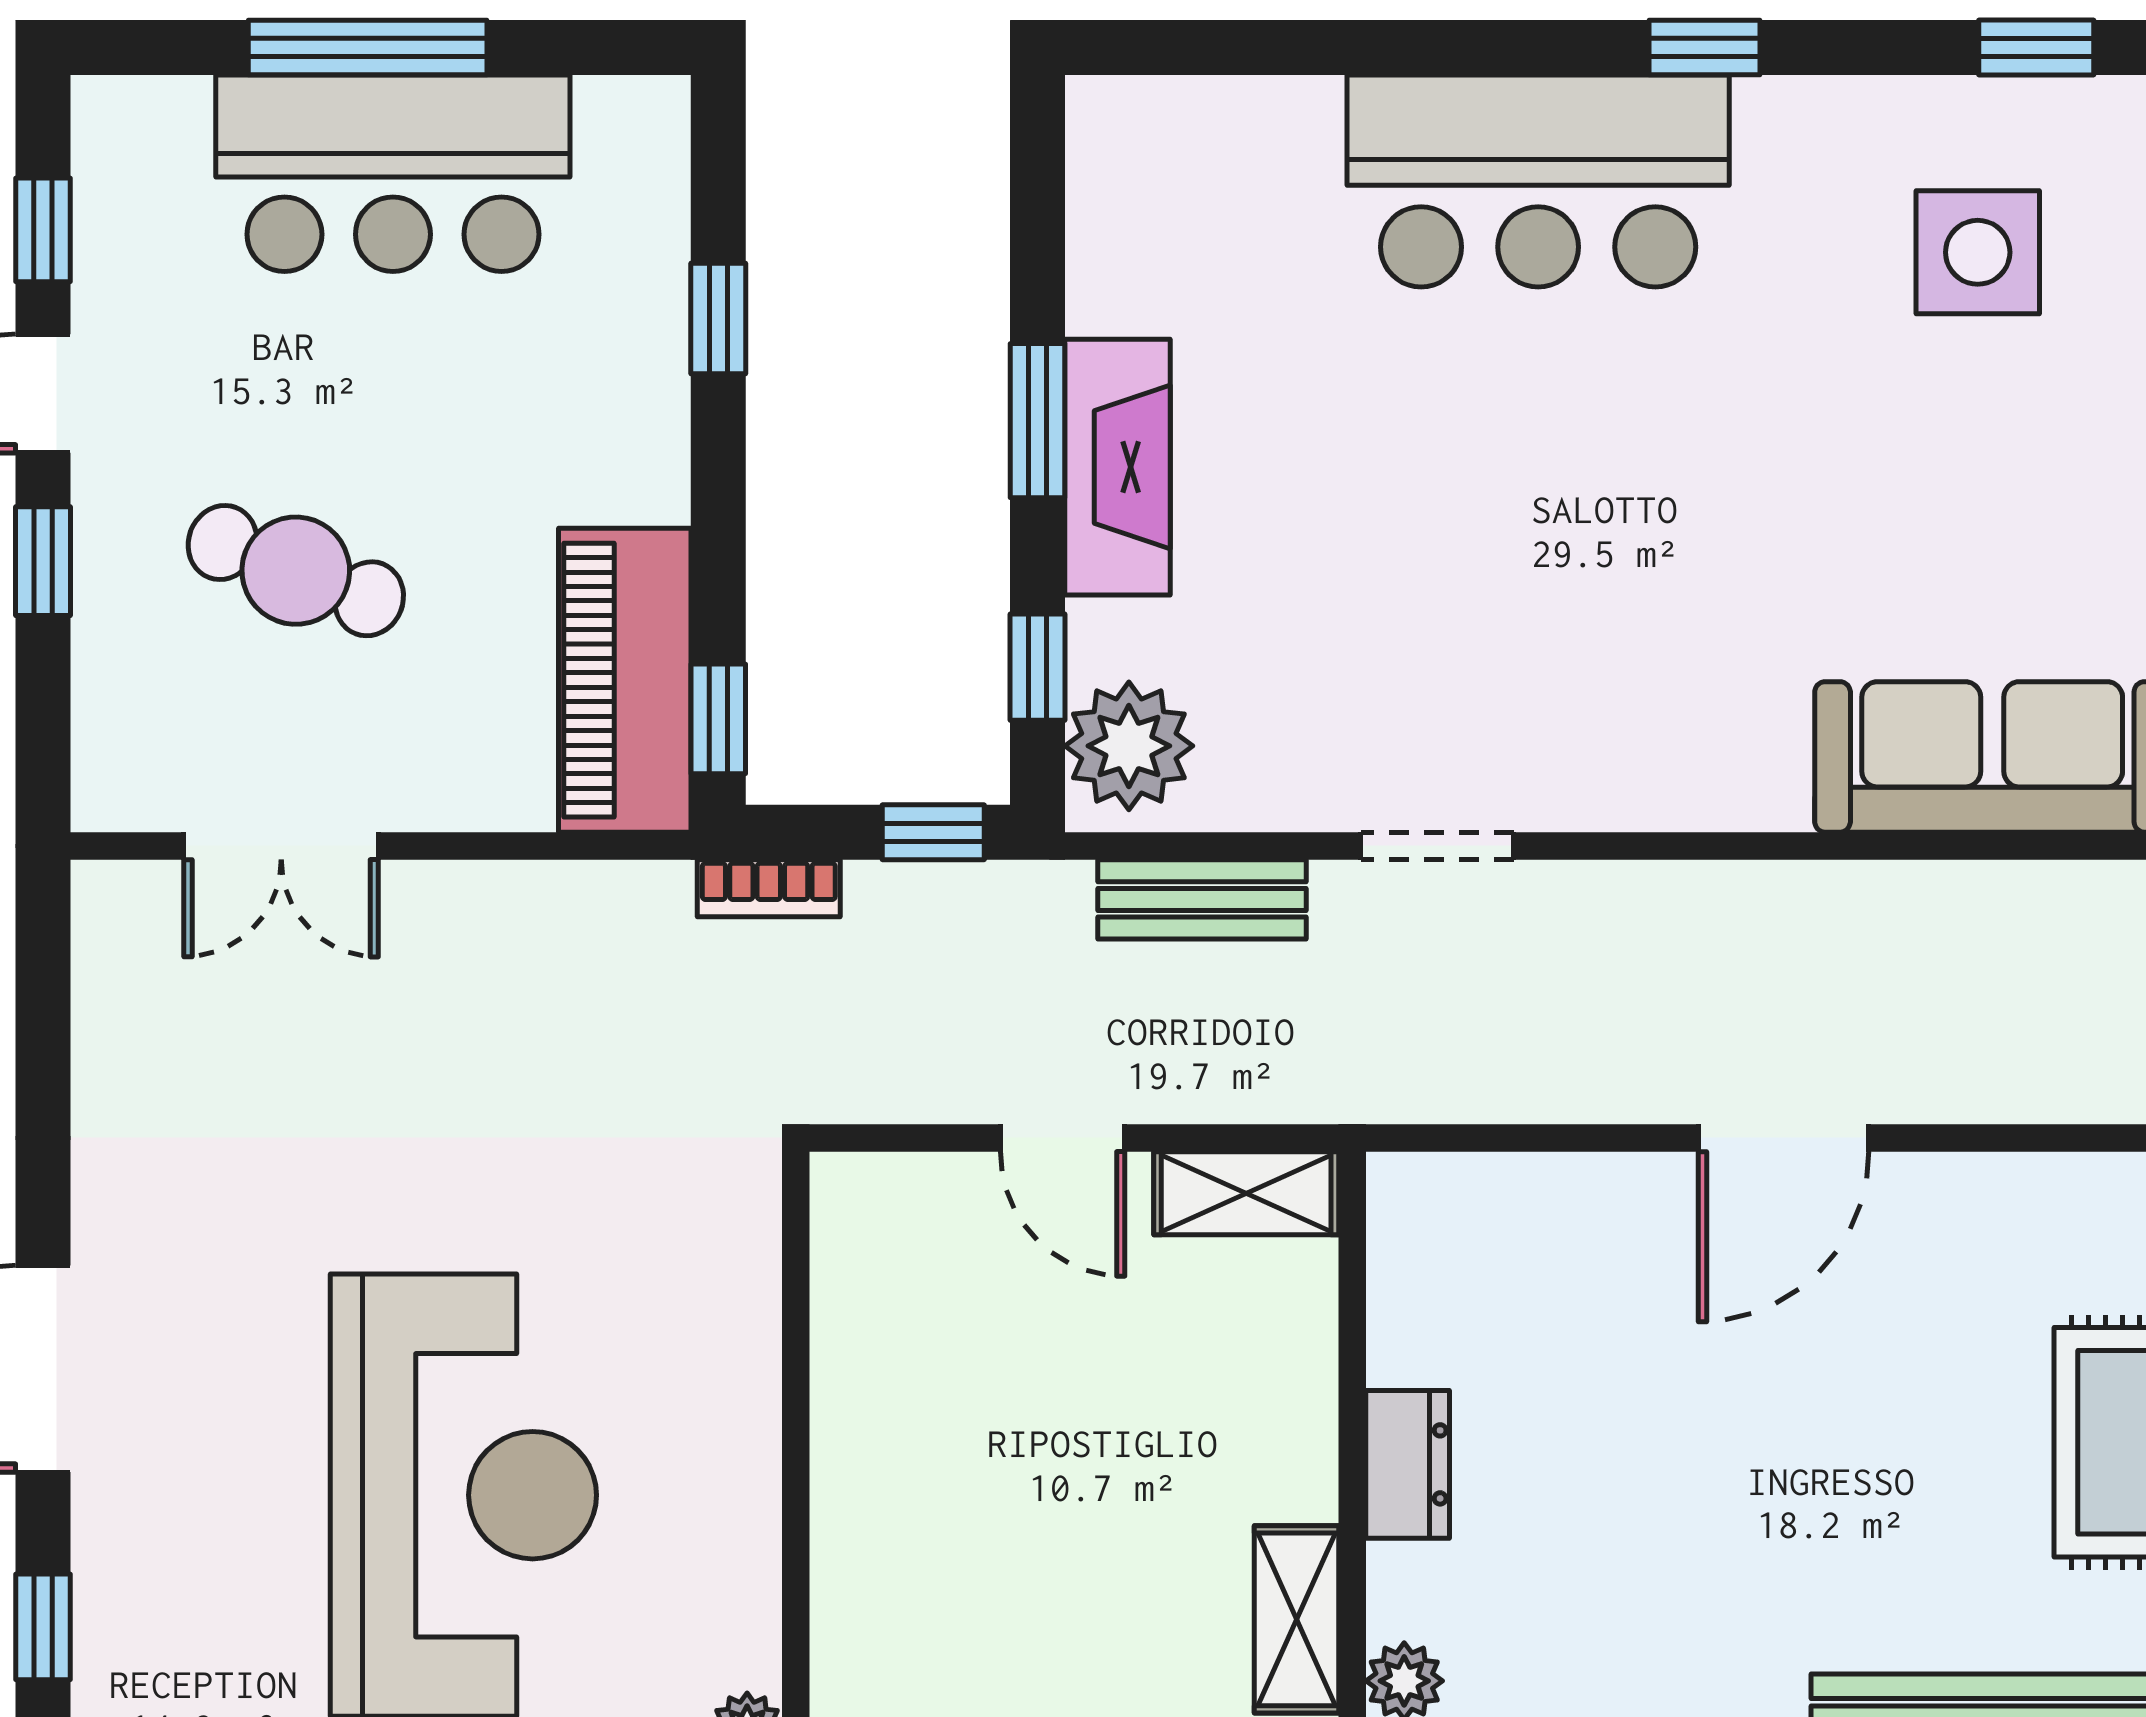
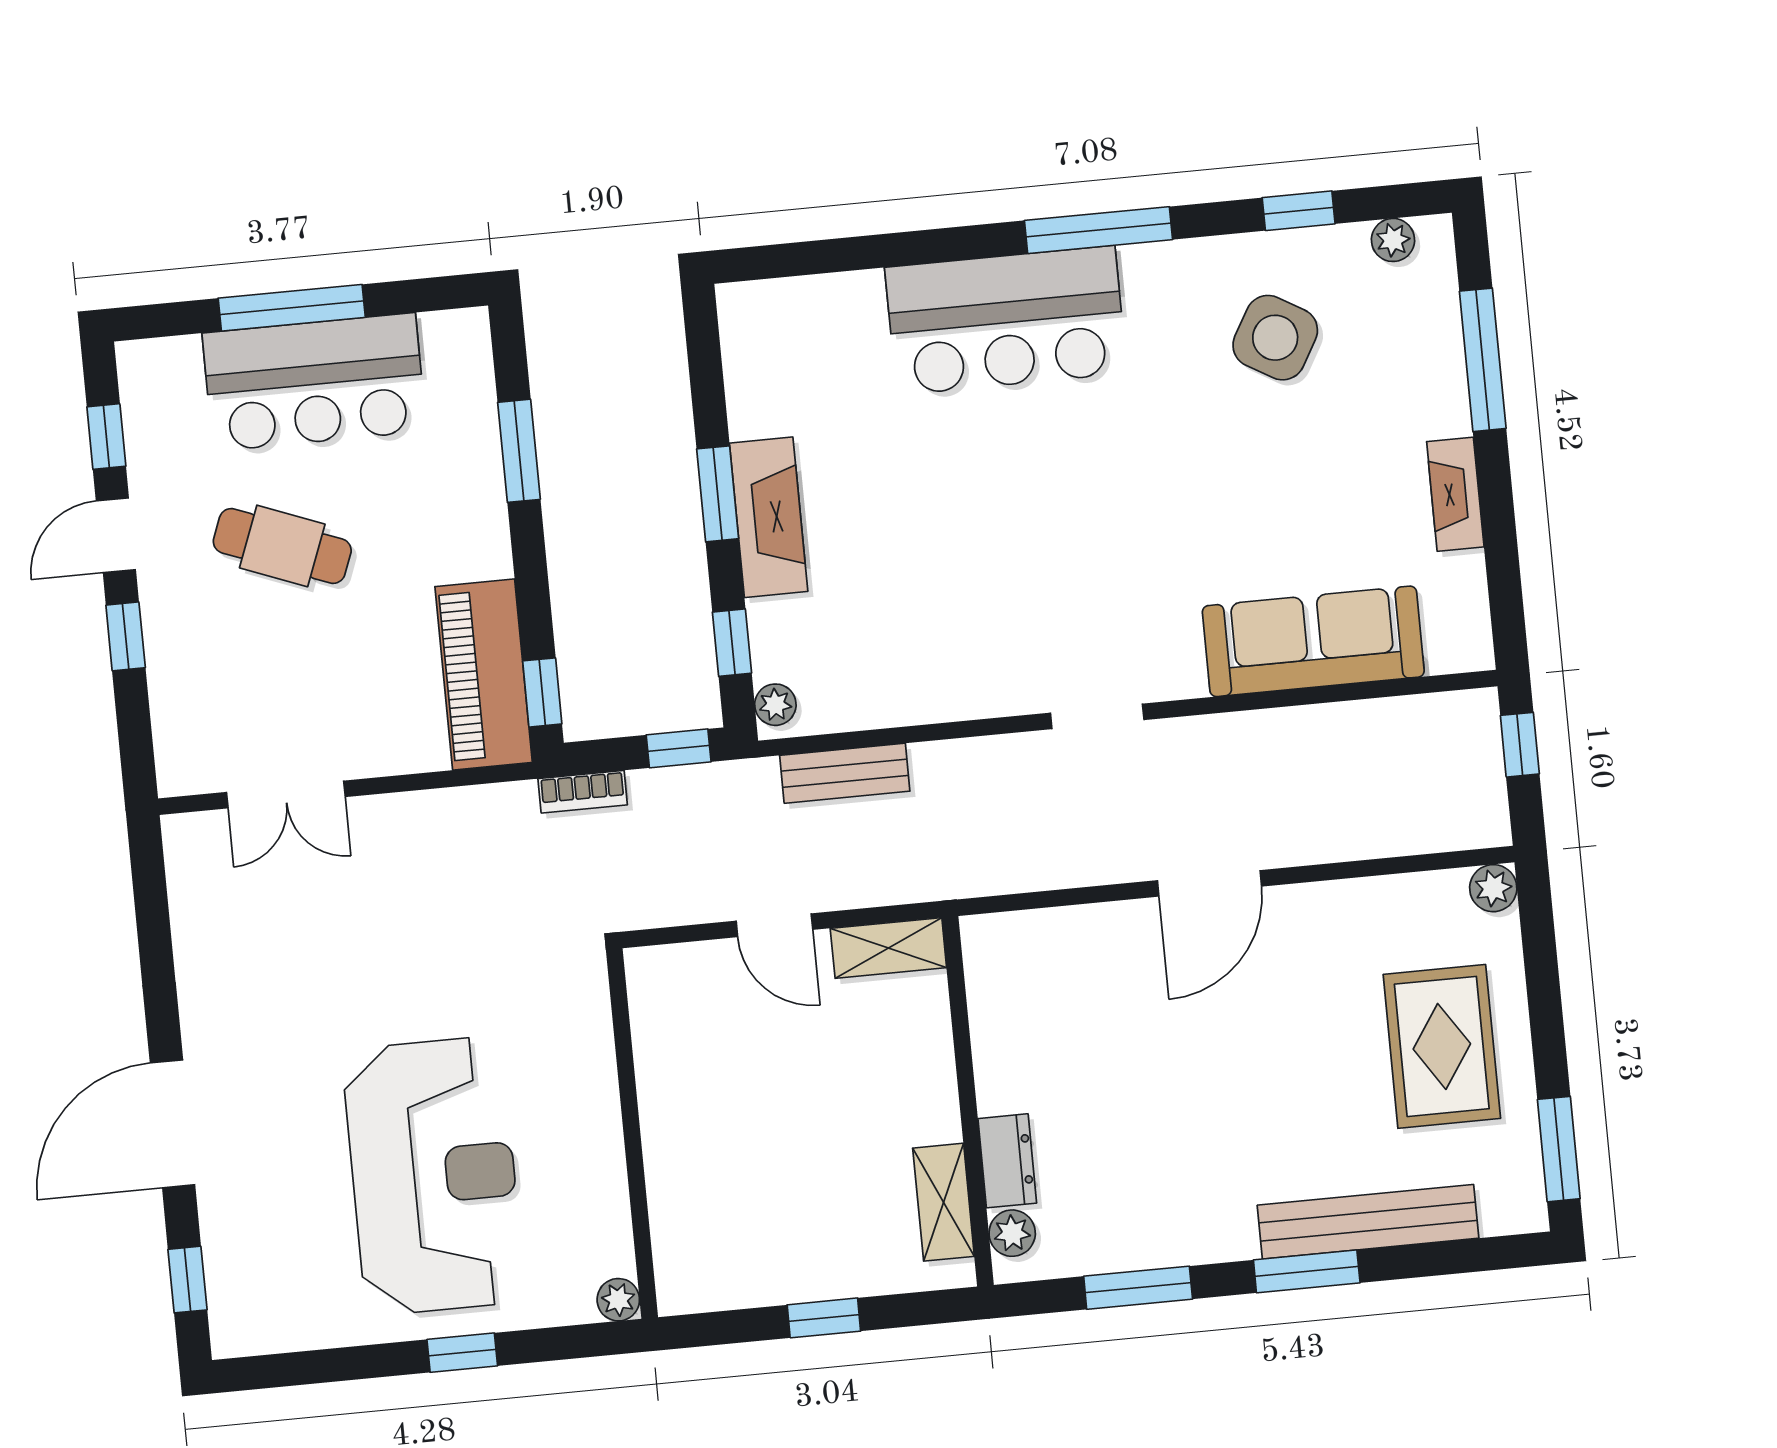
window: (1705, 48) -> (1098, 230), width x2.17
side table: (1978, 252) -> (1275, 338), turned 30
window: (718, 319) -> (519, 451), width x1.50
cafe table: (296, 571) -> (282, 546), moved
plant: (1129, 746) -> (775, 705), width x0.53, depth x0.53
doorway: (1437, 846) -> (1097, 716), moved
dresser: (1408, 1464) -> (1007, 1161), moved

